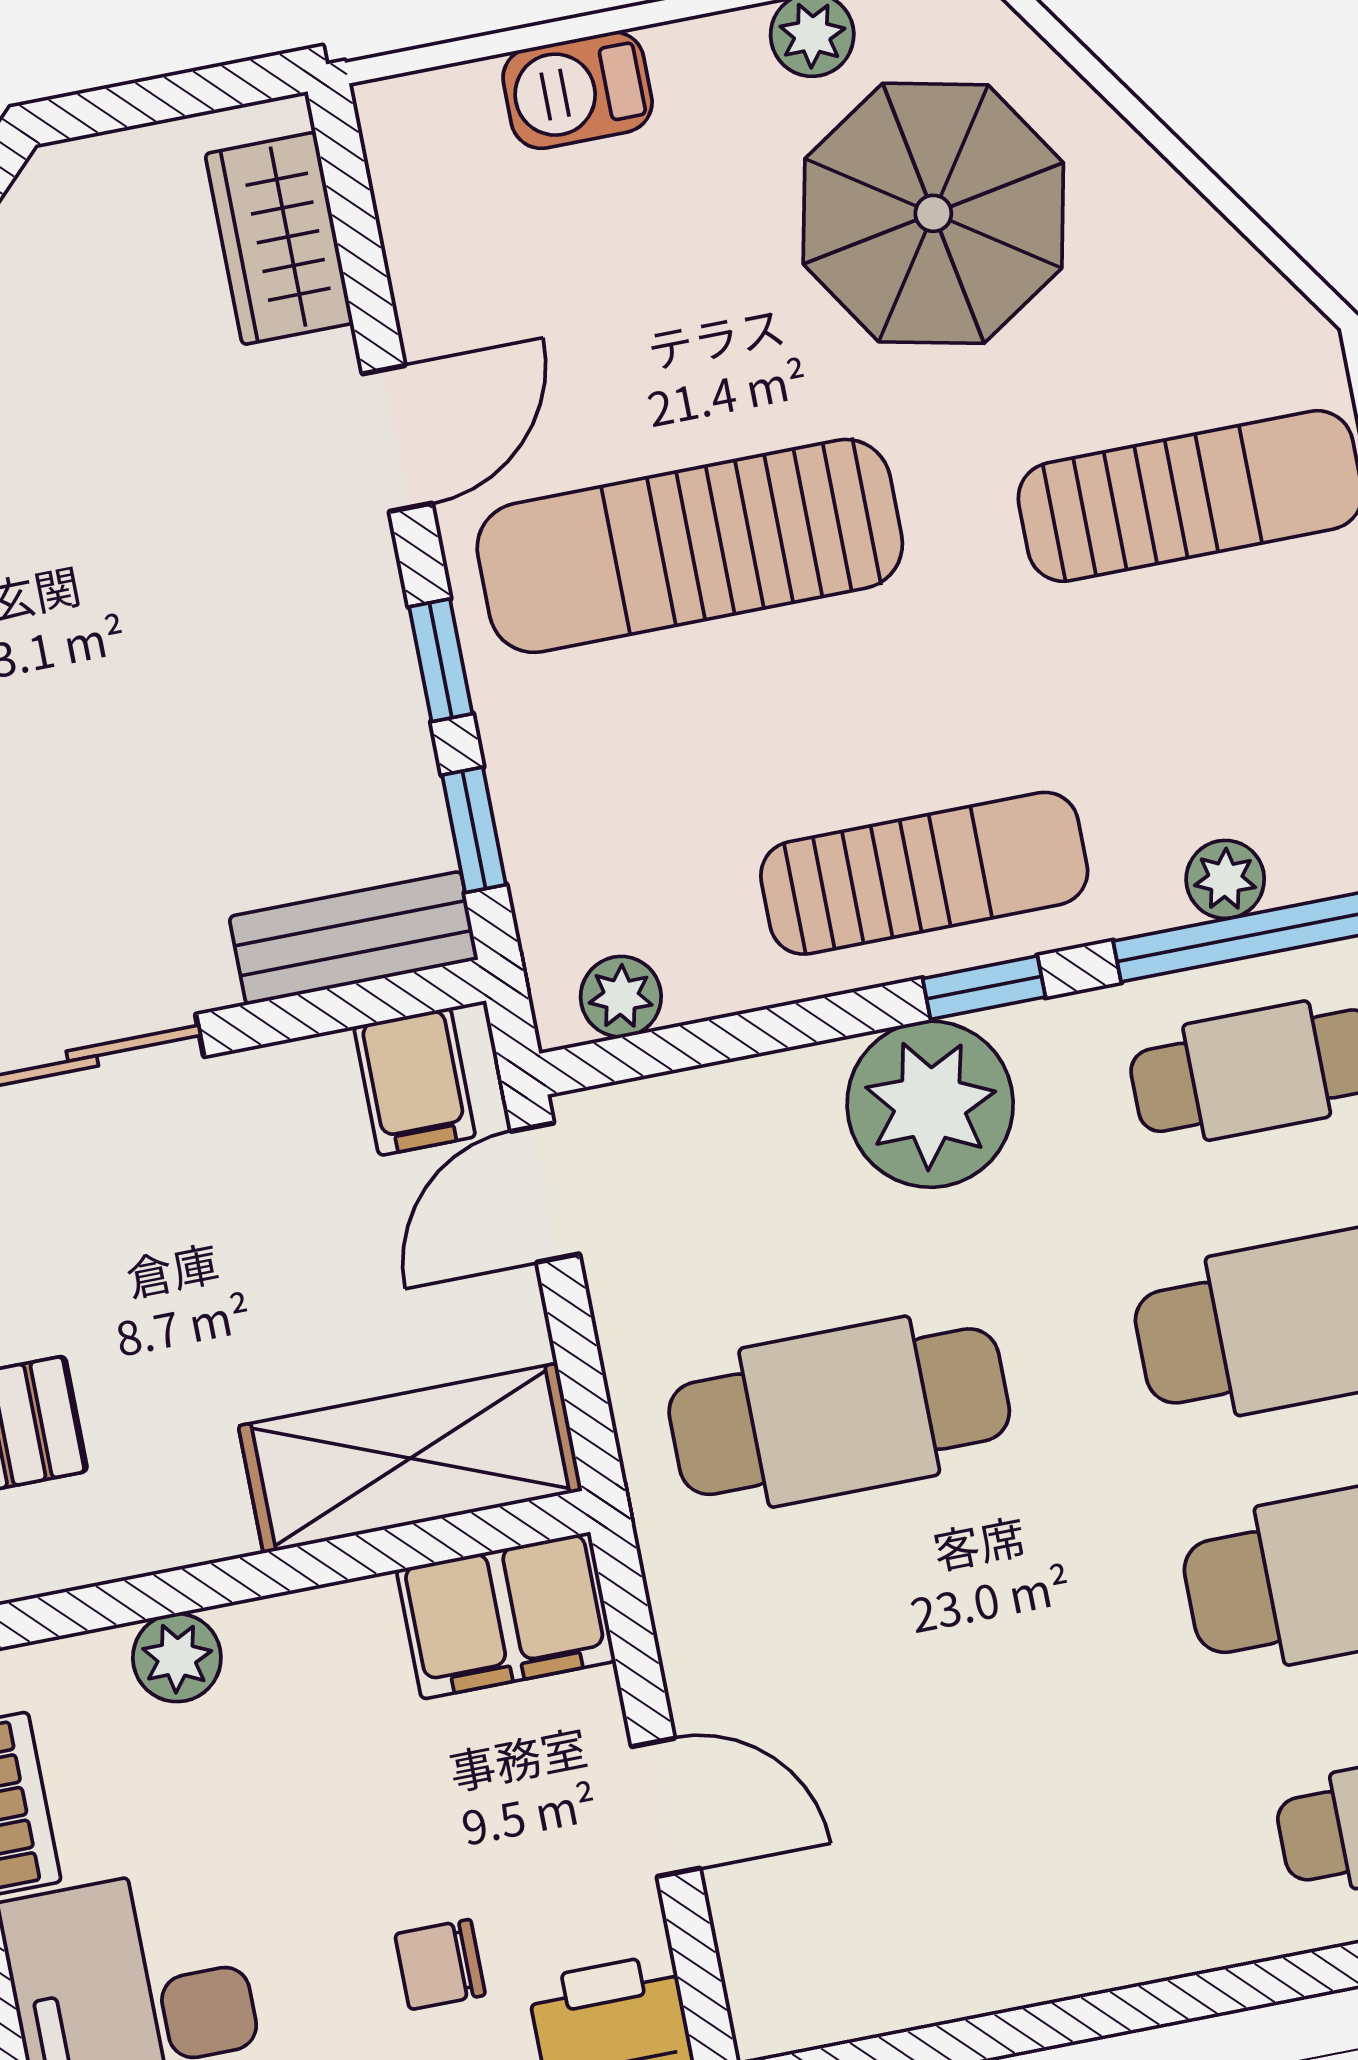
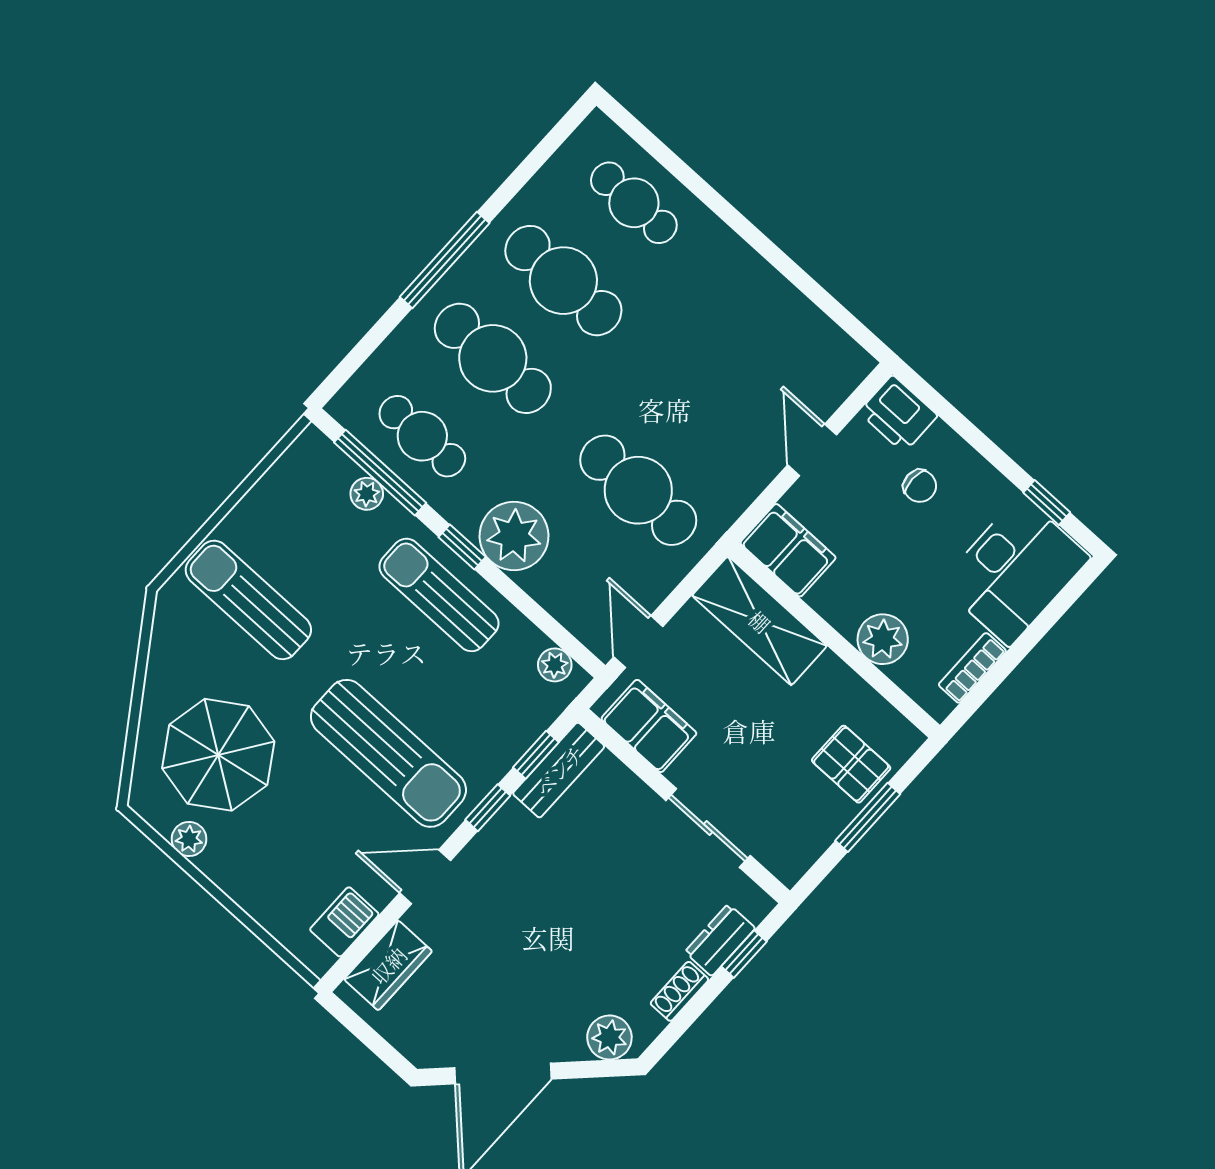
barbecue: (578, 90) -> (344, 922), moved, turned -90
bench: (354, 938) -> (559, 770), moved, turned 90
filing cabinet: (415, 1082) -> (649, 726), width x2.00
door: (545, 1193) -> (638, 642), swing flipped
plant: (177, 1658) -> (883, 639), width x1.38, depth x1.38

